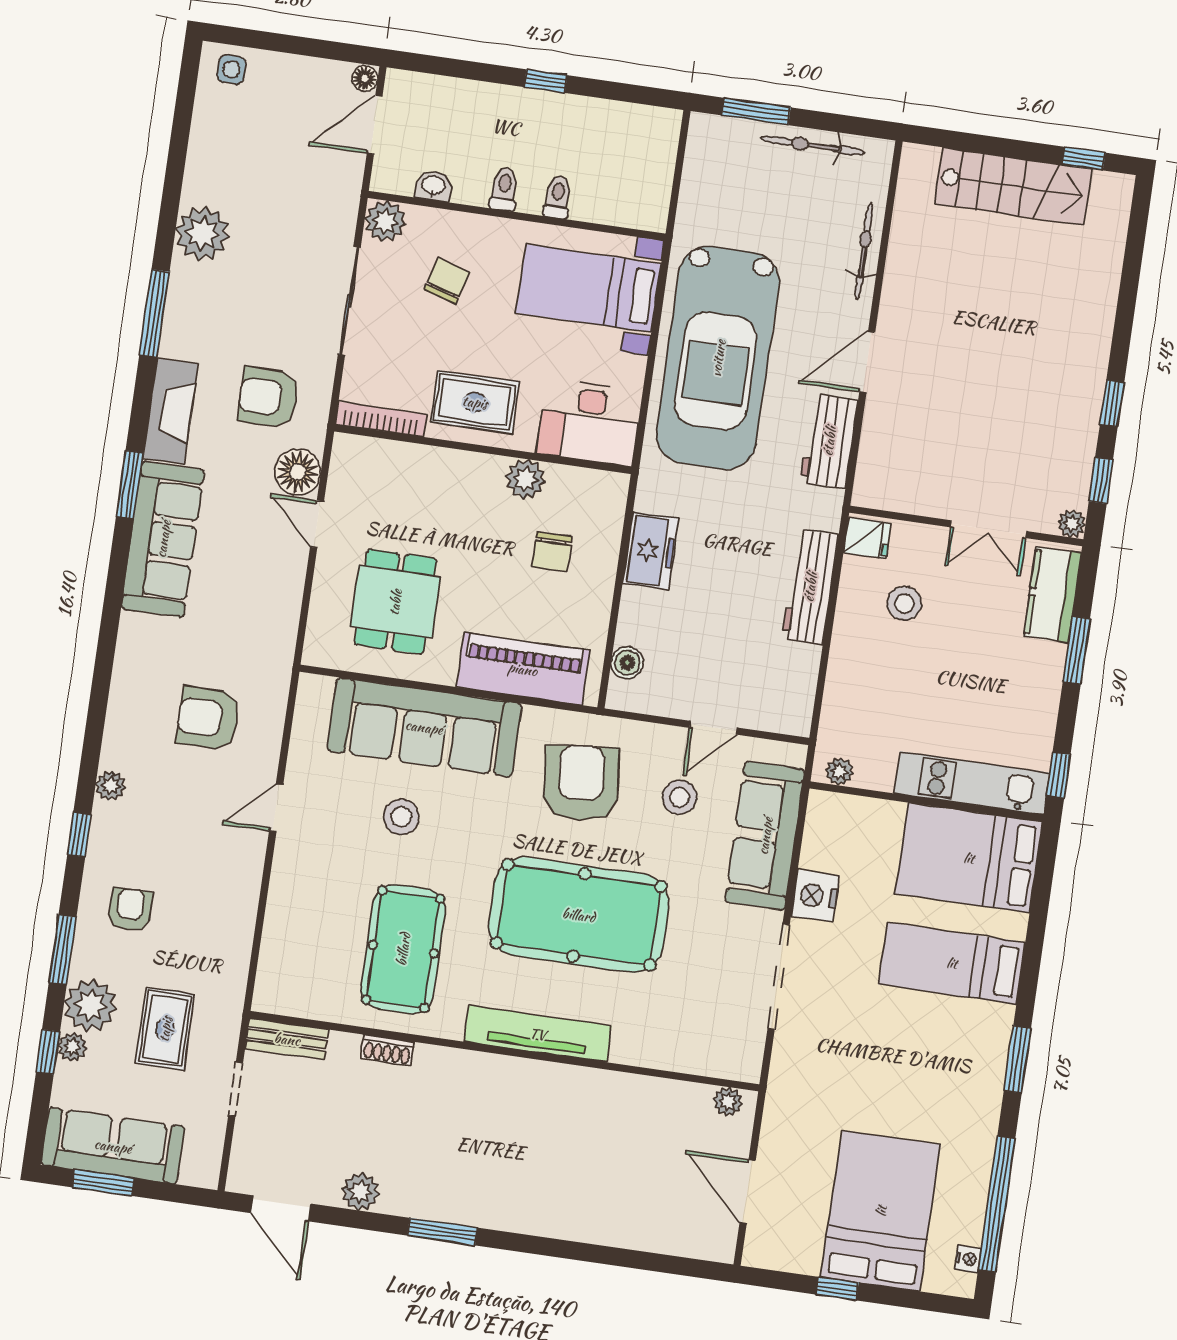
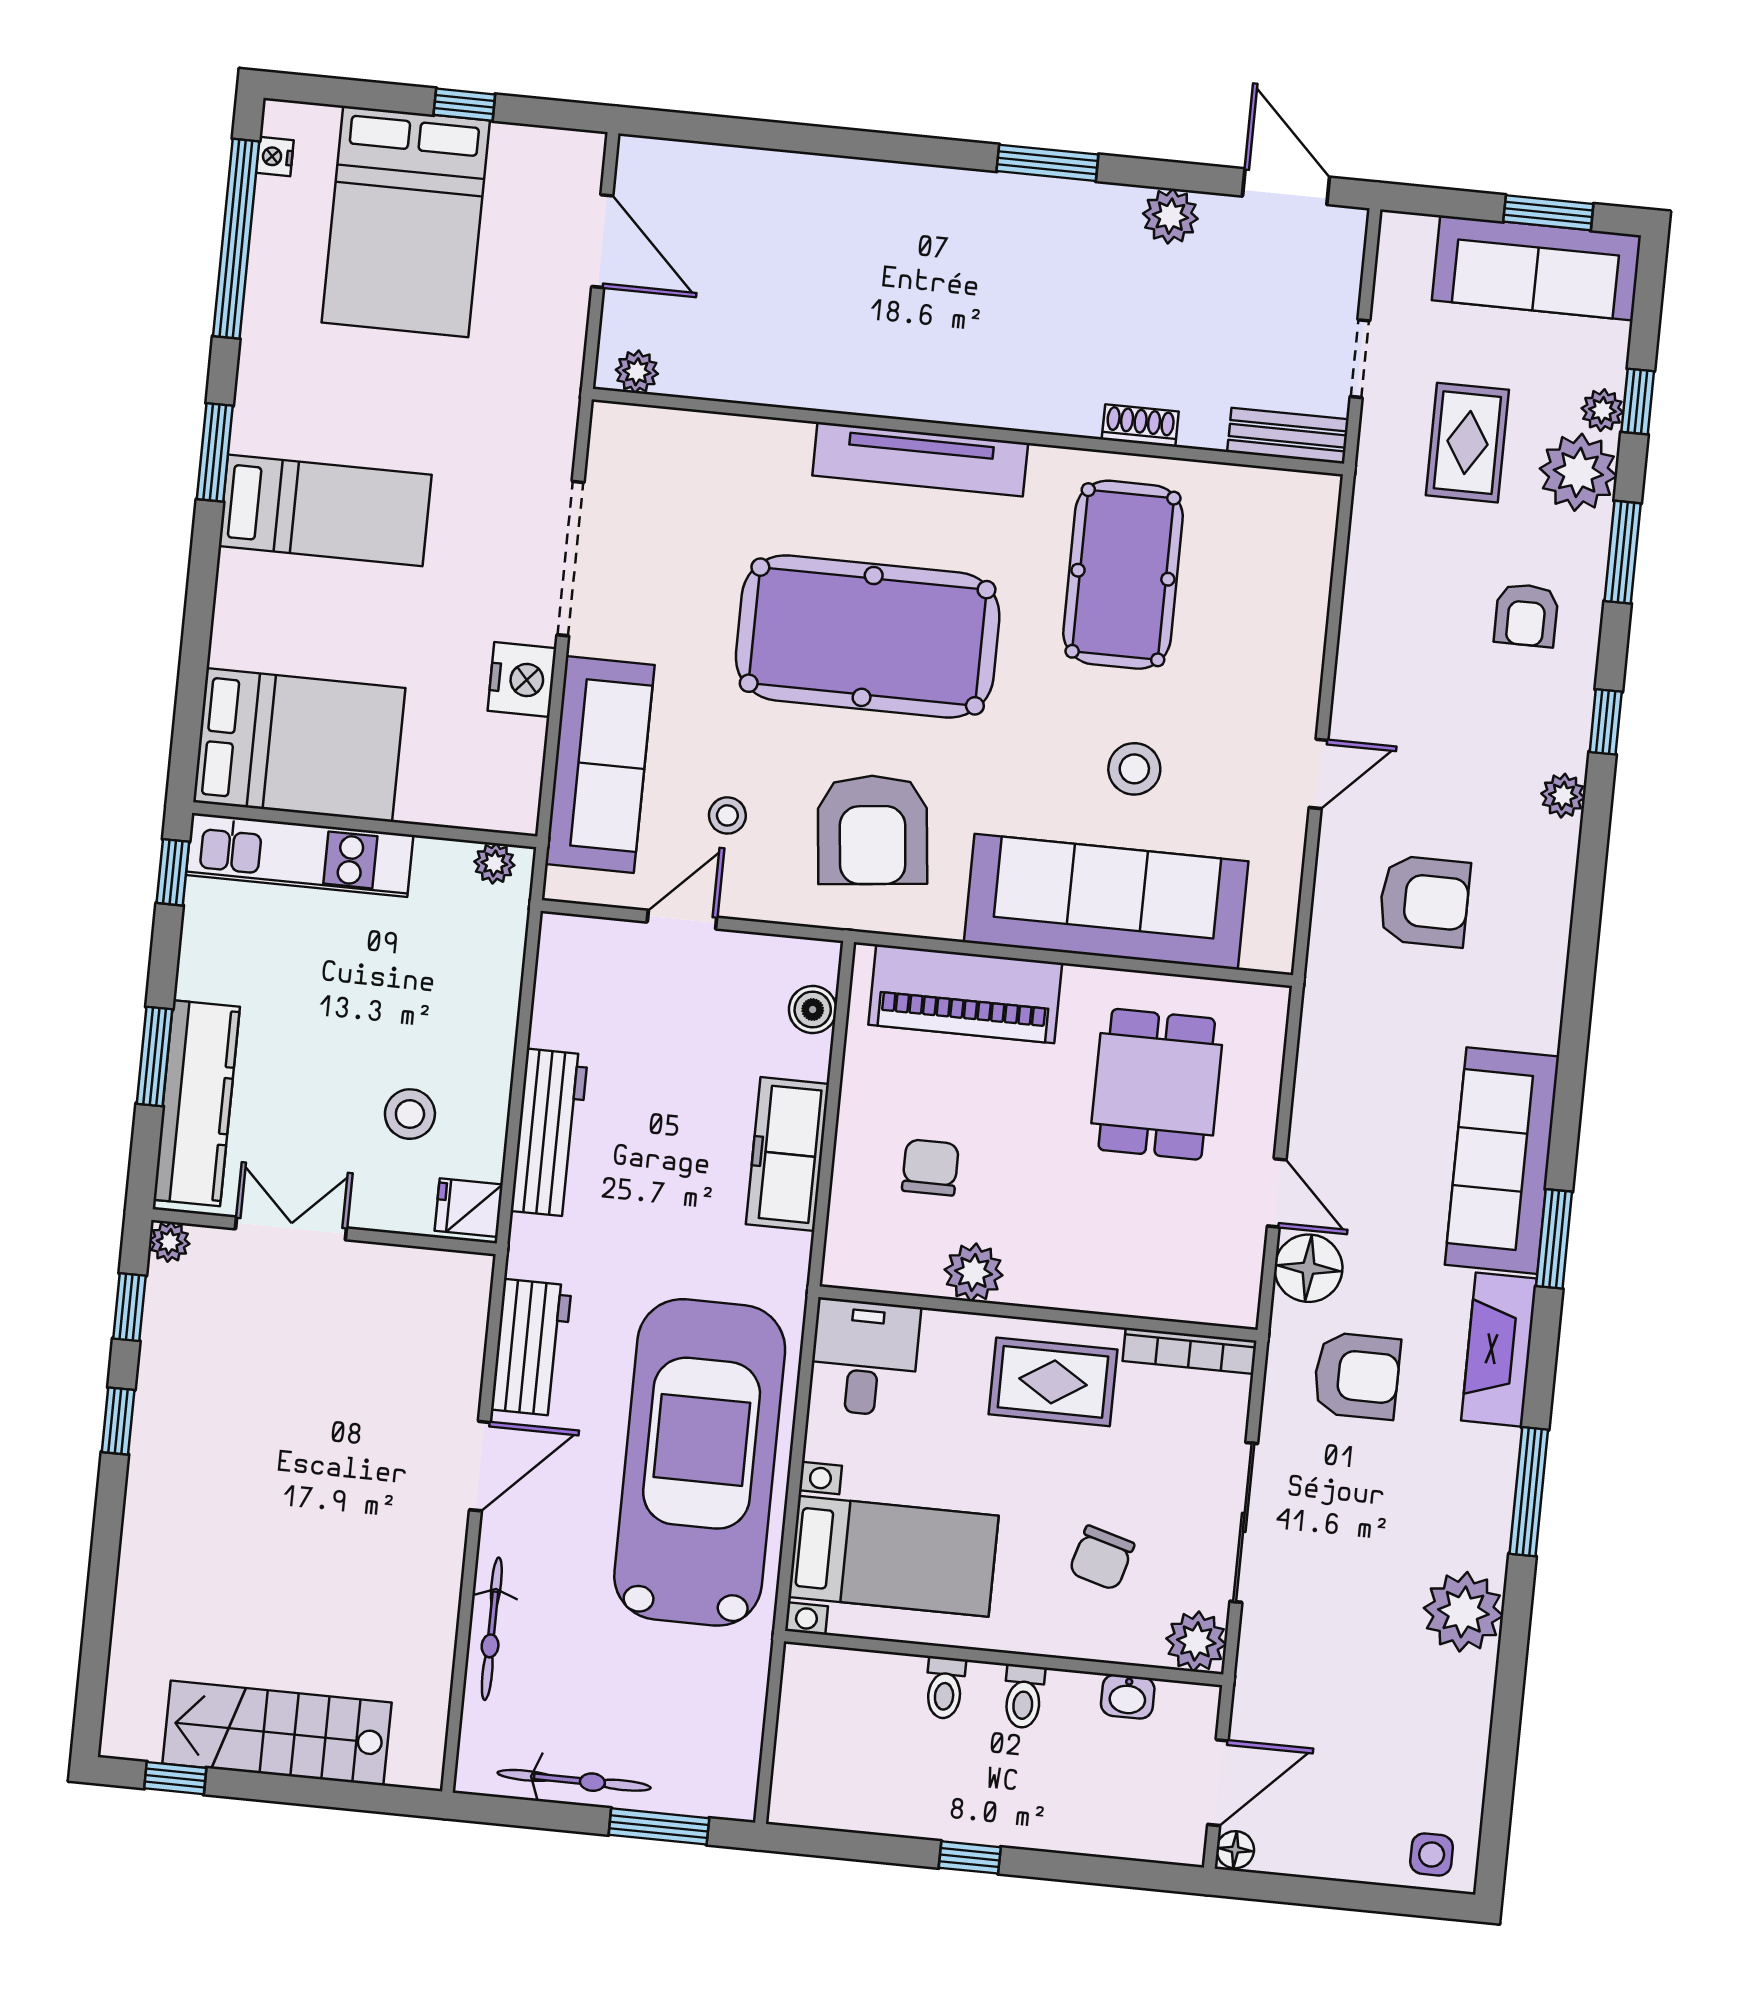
desk: (589, 422) -> (864, 1358), width x0.73
freezer: (651, 551) -> (787, 1154), width x1.40
kitchen counter: (1052, 595) -> (197, 1103), width x1.50
stool: (680, 797) -> (727, 815), width x0.73, depth x0.73
bed: (952, 963) -> (325, 510), moved

